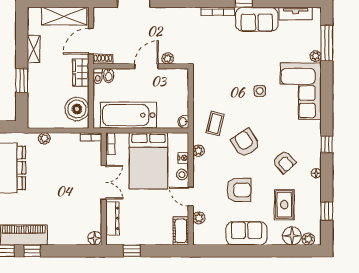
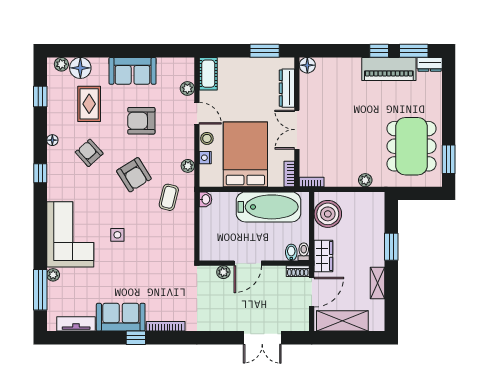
window: (132, 251) -> (265, 51), width x1.50

